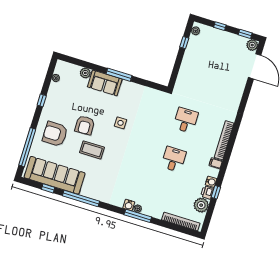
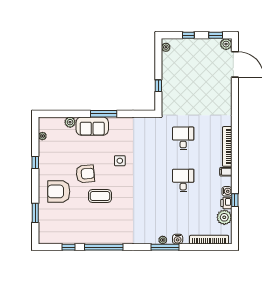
window: (184, 43) -> (158, 86), moved
armchair: (85, 125) -> (85, 174), turned -93
window: (27, 147) -> (35, 213), width x0.47
sofa: (55, 175) -> (71, 232), removed
water cooler: (129, 205) -> (178, 239), moved

